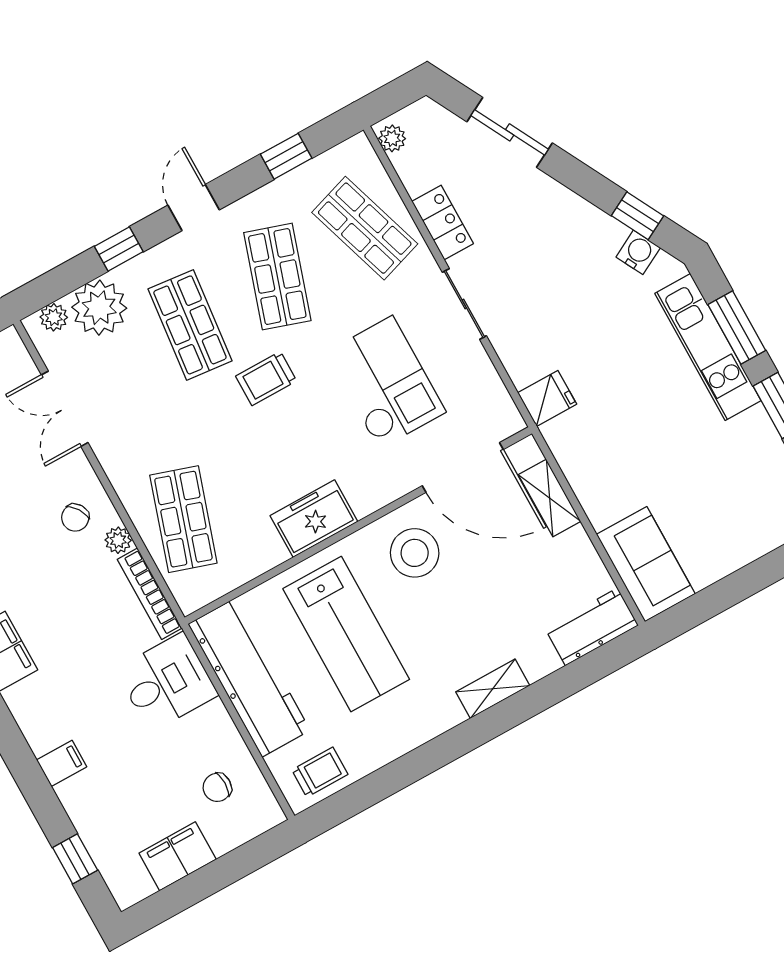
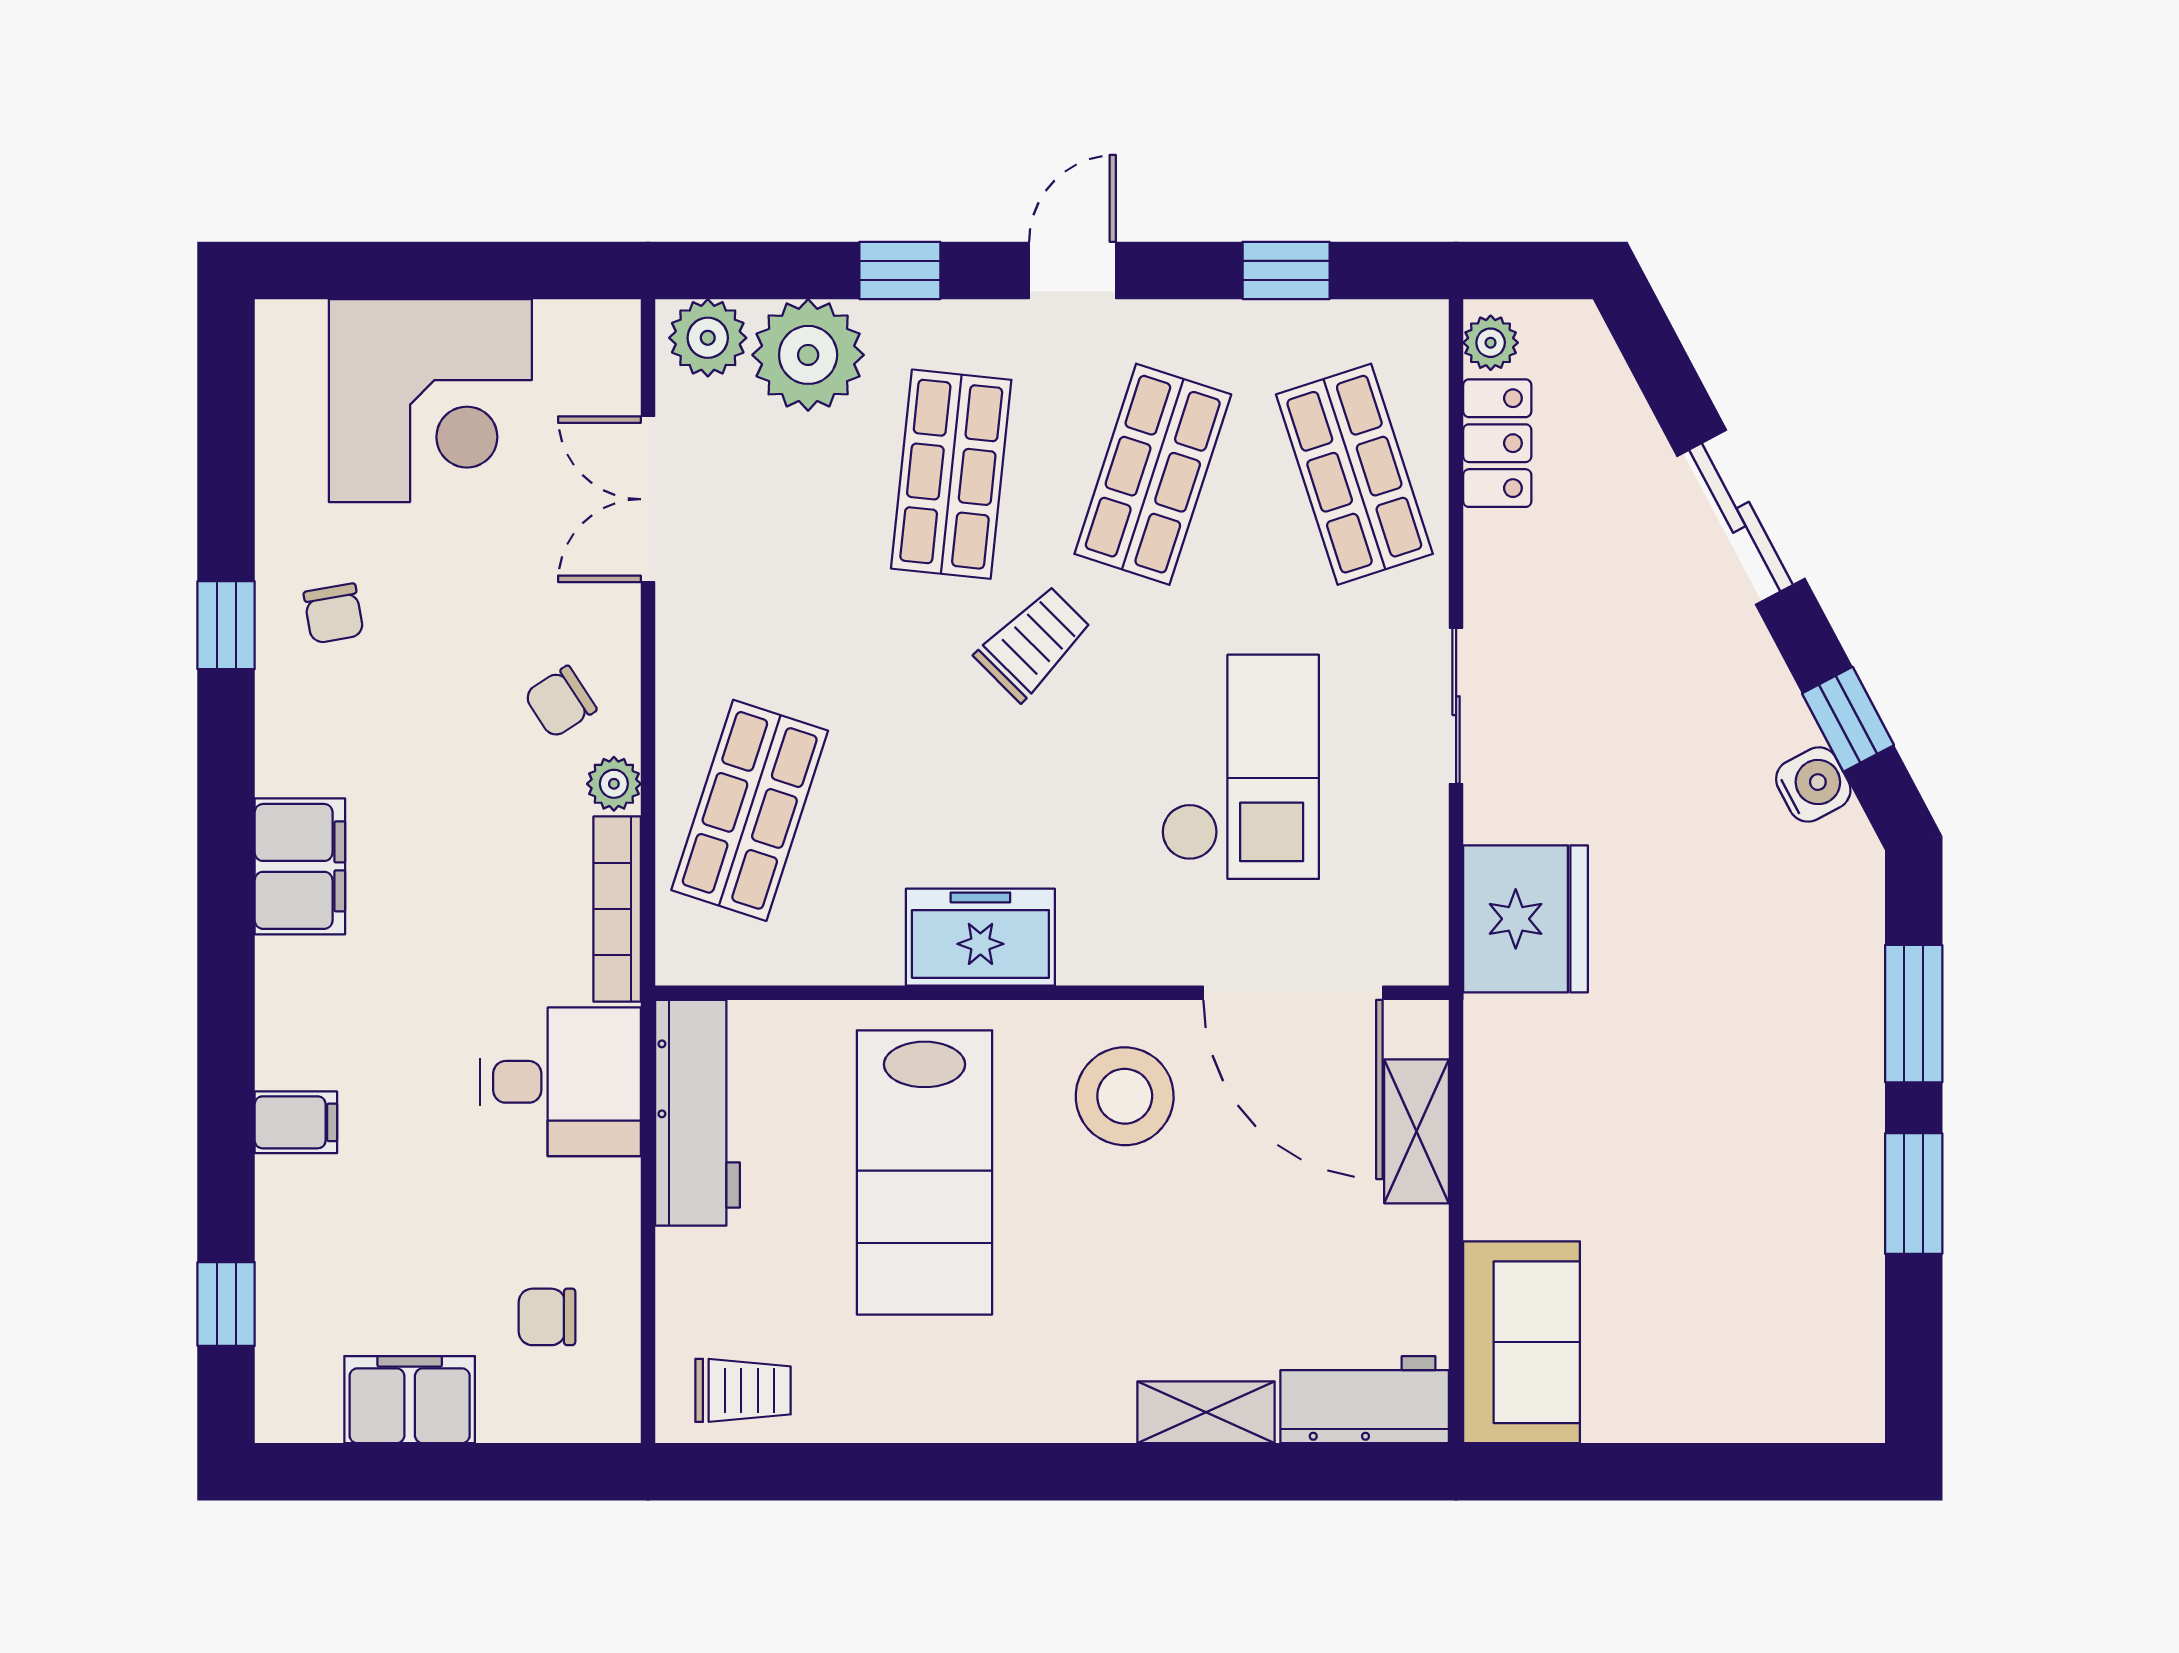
sliding door: (510, 132) -> (1741, 517), moved
locker: (443, 223) -> (1497, 443), moved
plant: (54, 317) -> (708, 338), width x1.38, depth x1.38
kitchen unit: (708, 347) -> (1844, 1020), removed
trolley: (266, 378) -> (1033, 643), turned 135
fridge: (547, 398) -> (1526, 919), width x1.88, depth x1.34
workbench: (249, 677) -> (698, 1113), width x0.73, depth x0.76
shelving: (493, 689) -> (1206, 1412), moved

